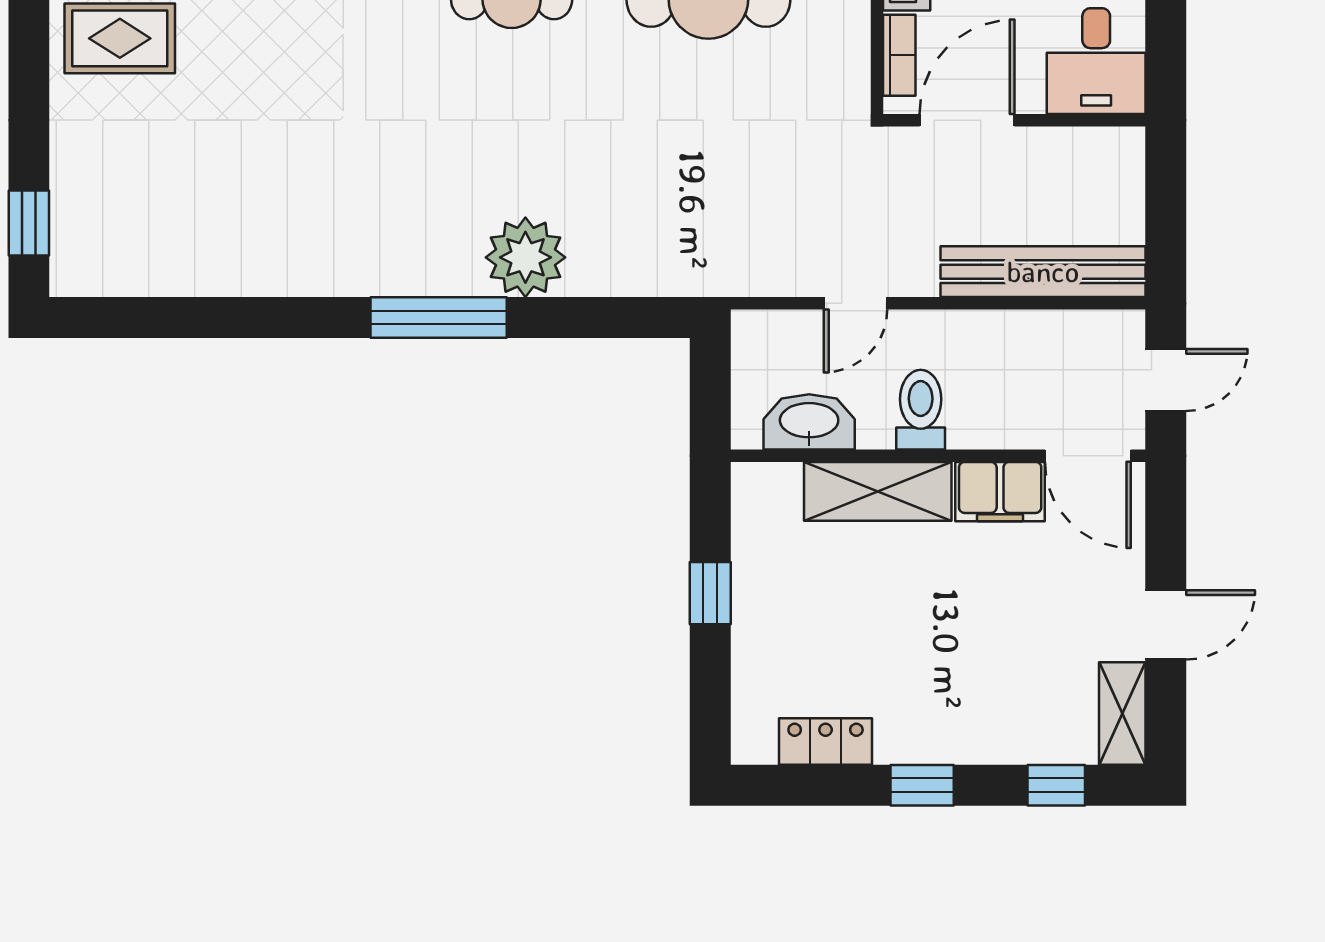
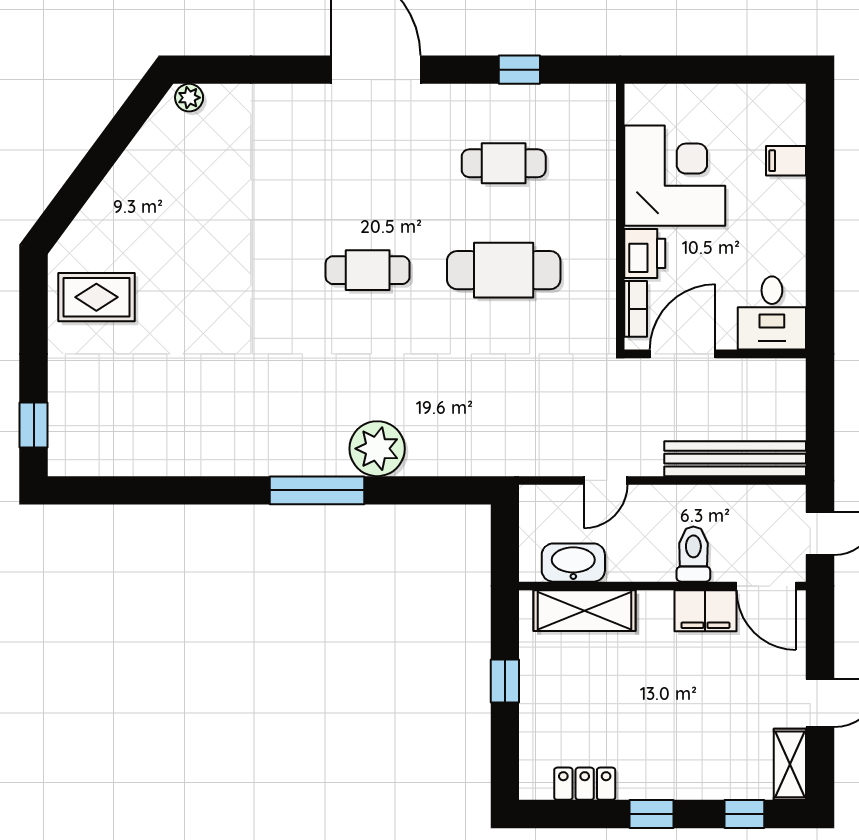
toilet: (921, 410) -> (693, 554), moved
shelving: (878, 491) -> (585, 611), moved

